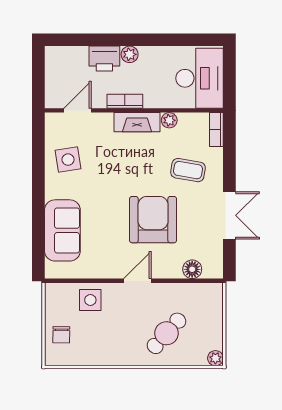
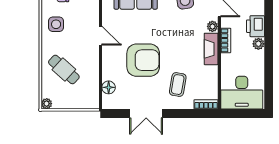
plant: (169, 120) -> (212, 26), moved
door: (137, 281) -> (101, 36), moved
side table: (90, 300) -> (56, 24), moved

